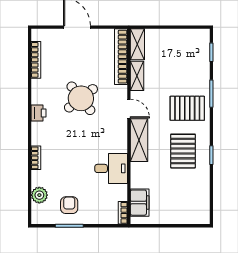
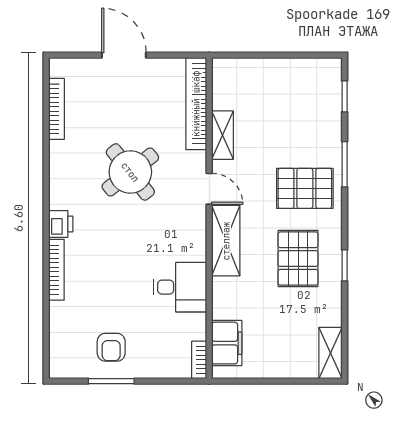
shelving: (137, 44) -> (330, 353), moved
printer: (39, 113) -> (61, 224), moved
bookcase: (36, 158) -> (56, 270), width x1.56
plant: (39, 195) -> (62, 331), removed
armchair: (69, 205) -> (111, 347), turned 180

